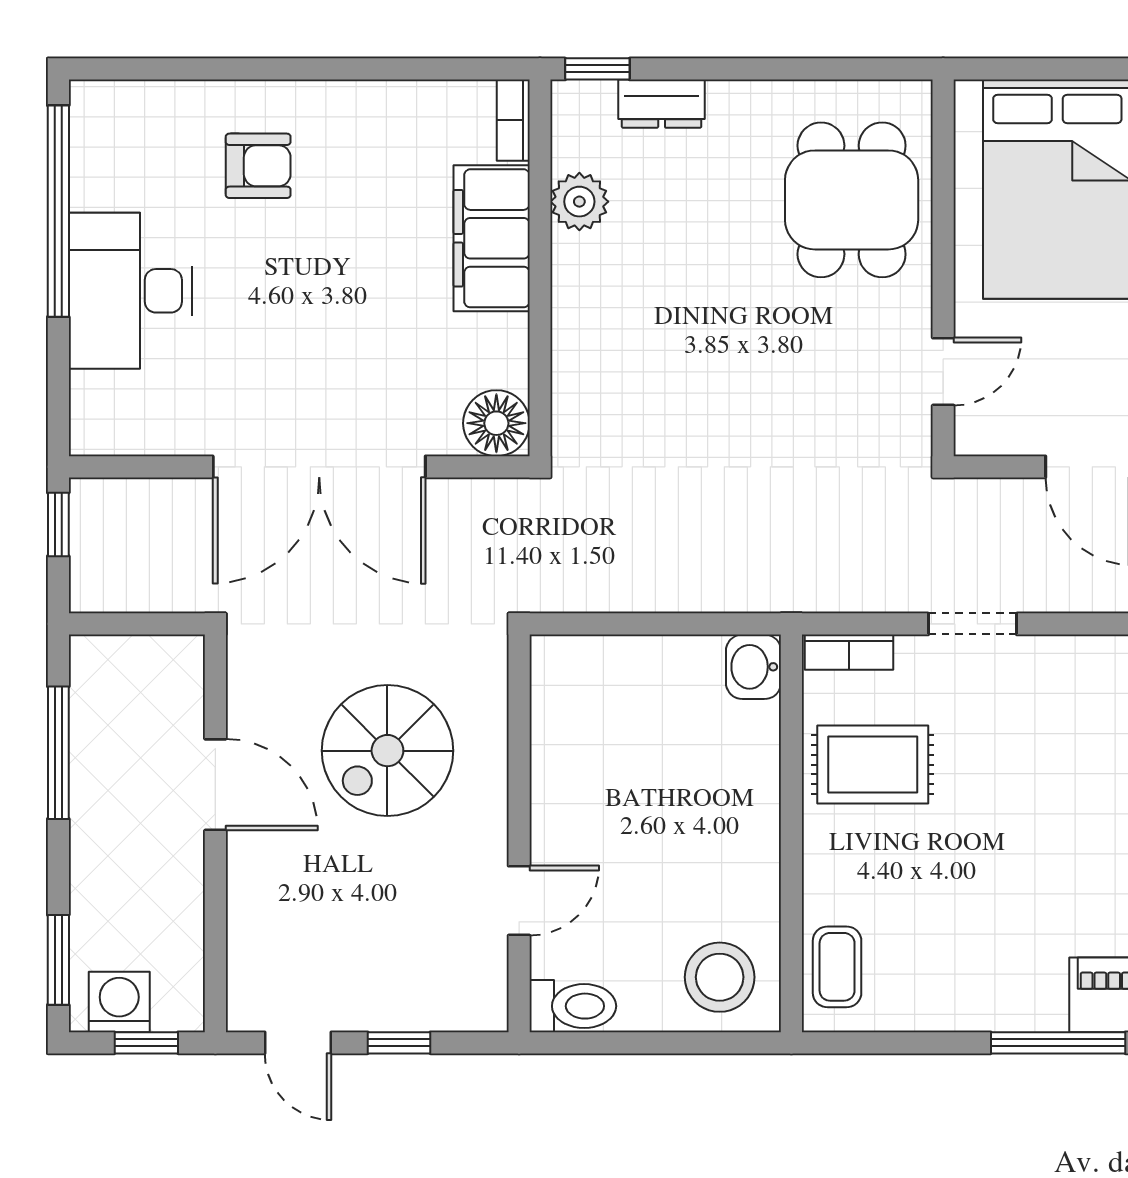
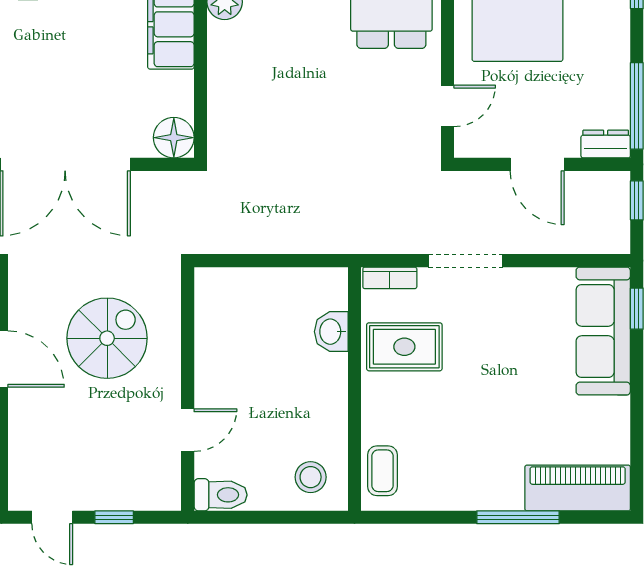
doorway: (972, 624) -> (466, 261), width x1.38
washbasin: (753, 667) -> (331, 332), moved
spiral stairs: (387, 751) -> (107, 338), turned 180
stool: (720, 977) -> (311, 477), width x0.73, depth x0.73

